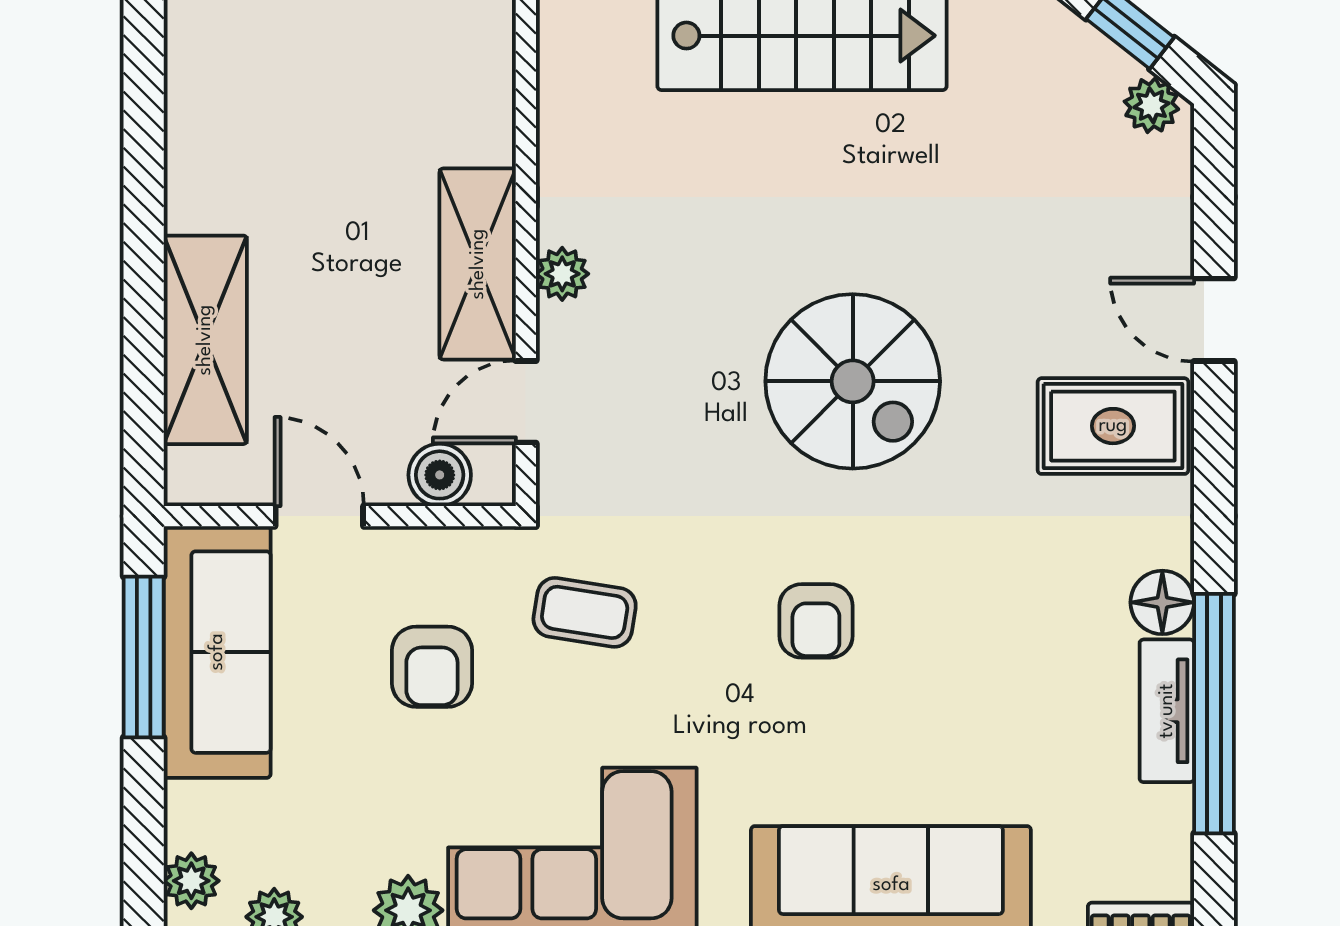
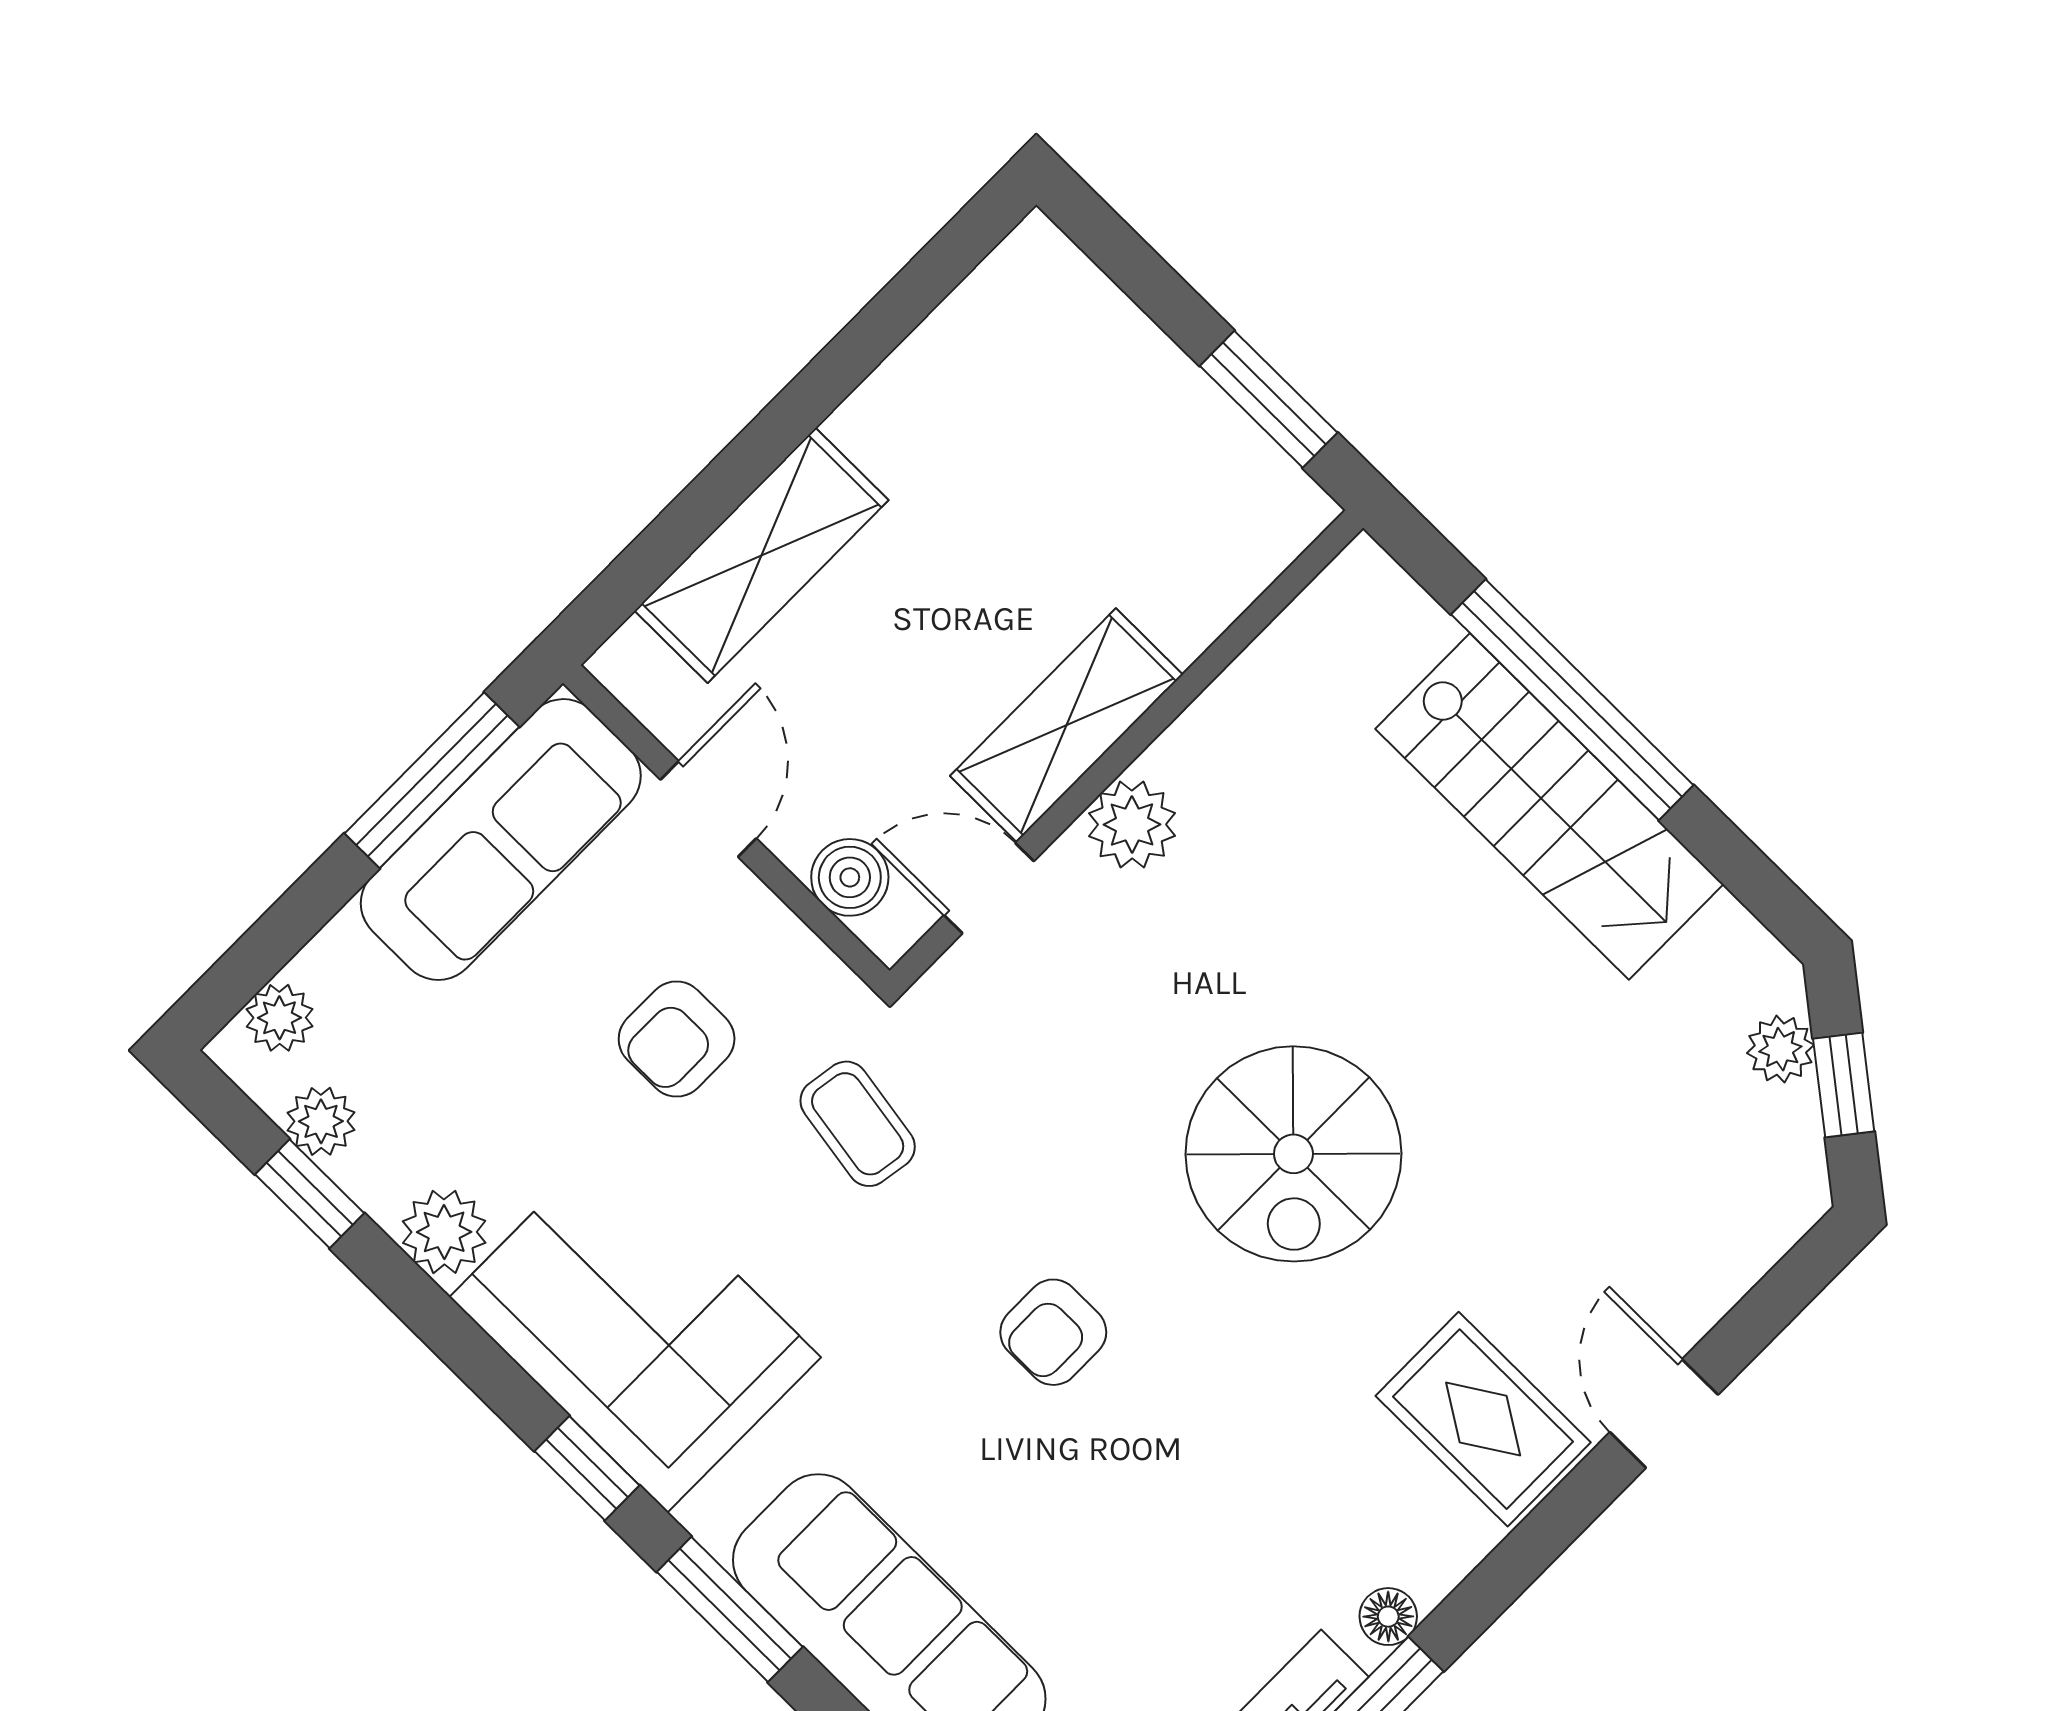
plant: (1151, 105) -> (1780, 1049), moved
plant: (562, 274) -> (1132, 825), width x1.38, depth x1.38
floor lamp: (1162, 602) -> (1388, 1617), width x0.73, depth x0.73

